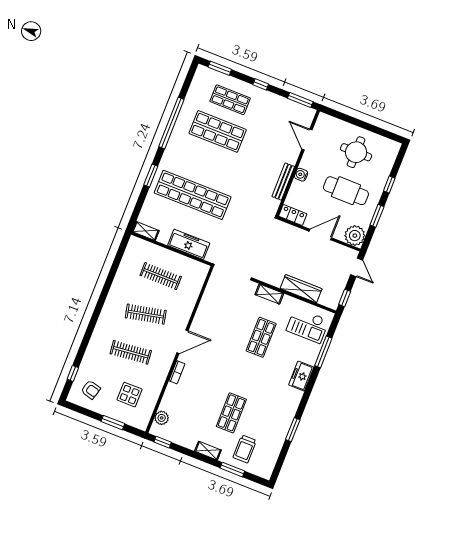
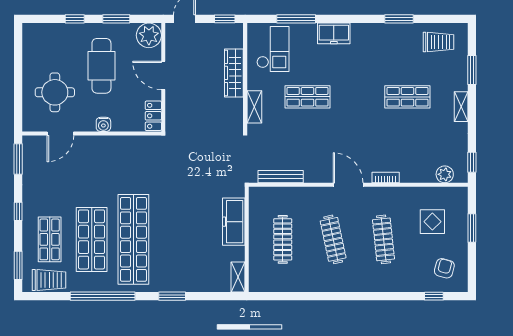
trolley: (200, 87) -> (49, 280), added
round table: (356, 152) -> (55, 92), moved
bench: (283, 182) -> (281, 177), moved
shop shelf: (193, 195) -> (133, 239), moved
trolley: (245, 449) -> (438, 42), moved

